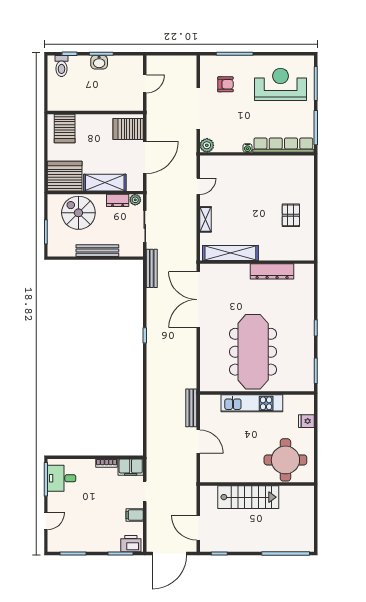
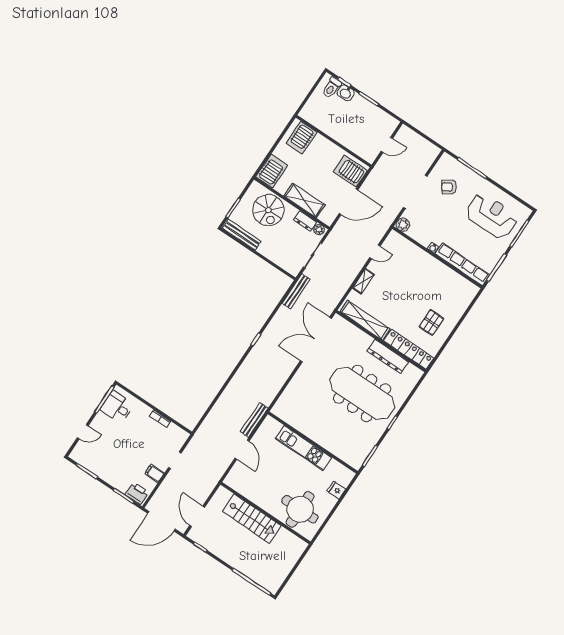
washbasin: (99, 62) -> (346, 93), moved
armchair: (225, 84) -> (449, 187), turned 147
server rack: (65, 176) -> (272, 171), width x0.63
spiral stairs: (78, 213) -> (268, 210), turned 180
bench: (97, 251) -> (242, 235), moved
locker: (287, 253) -> (409, 349), added
meeting table: (253, 352) -> (362, 393), moved, turned 90
filing cabinet: (131, 467) -> (176, 434), removed

